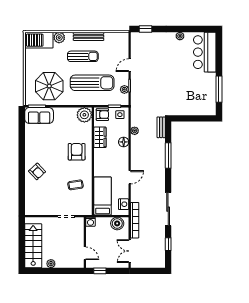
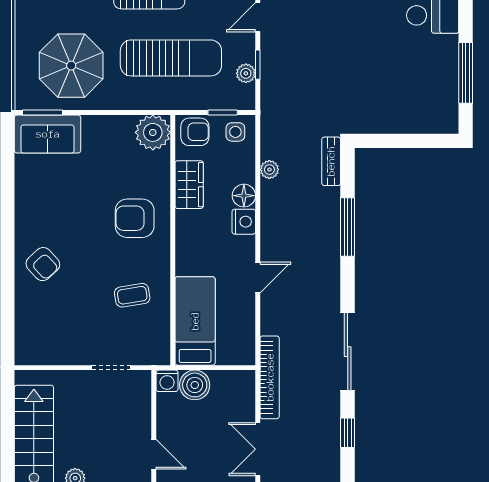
armchair: (77, 152) -> (135, 218), turned -90
nightstand: (124, 204) -> (244, 222), moved
boiler: (117, 223) -> (195, 385), moved

